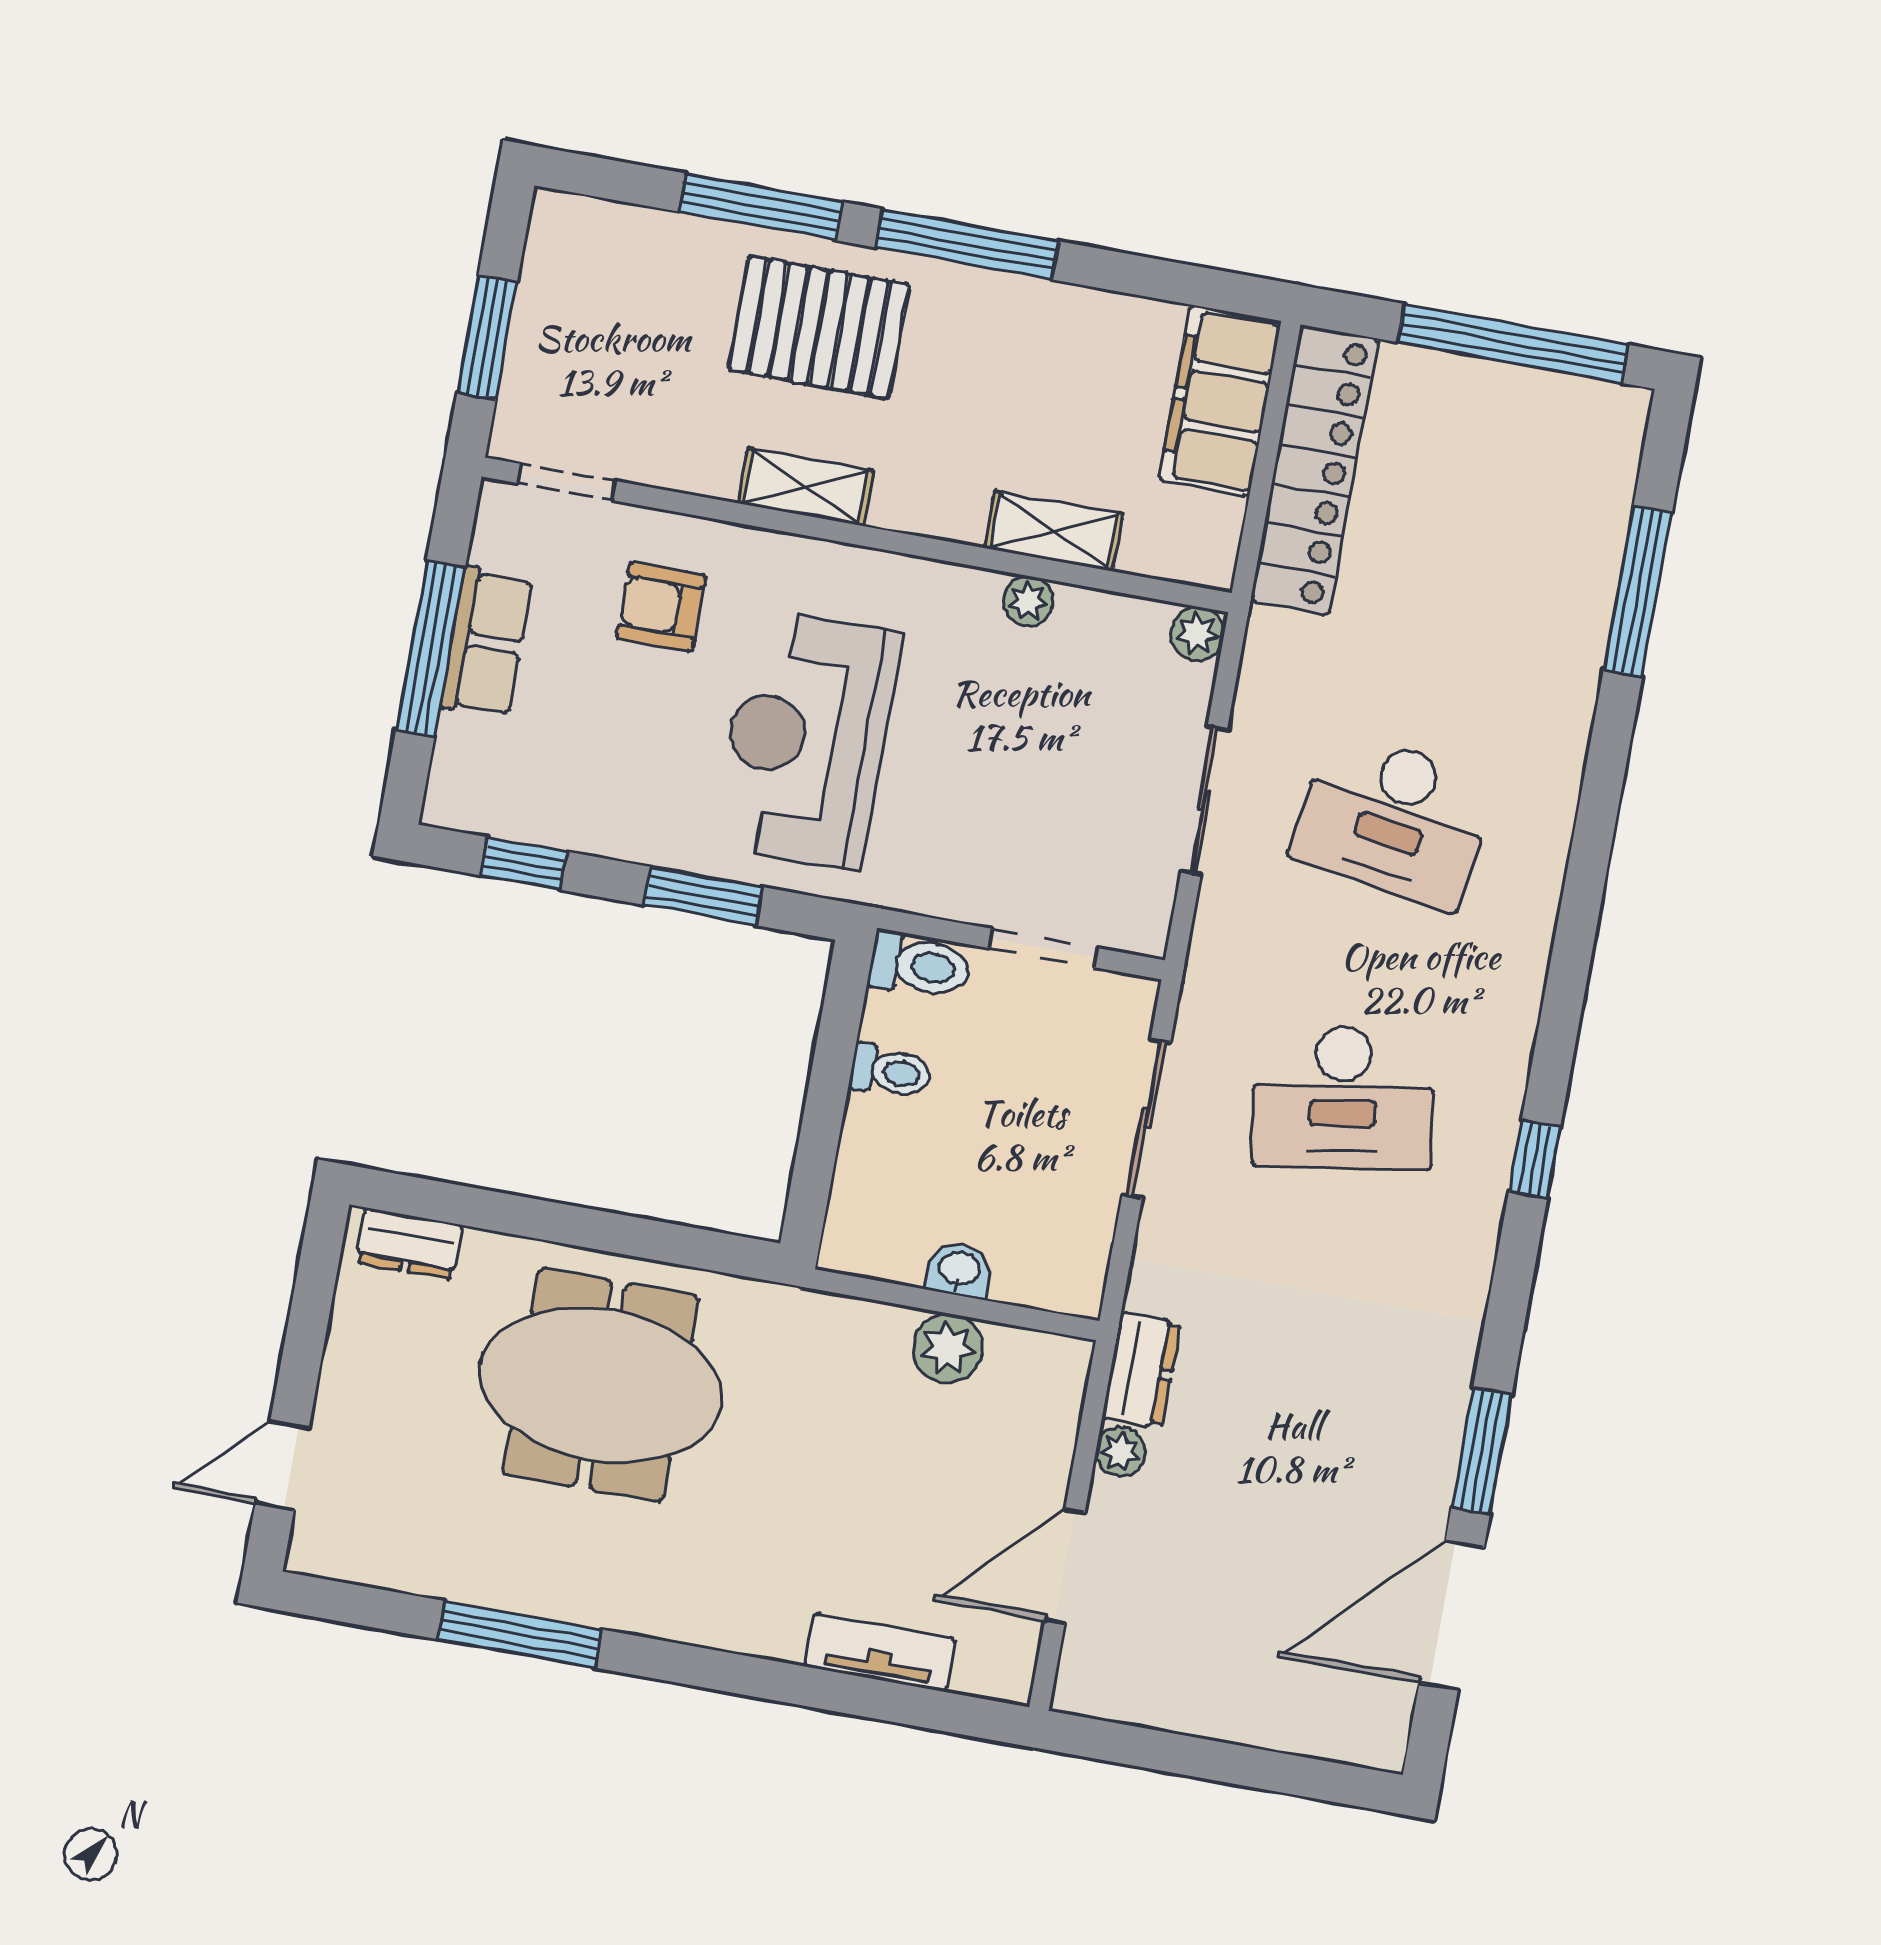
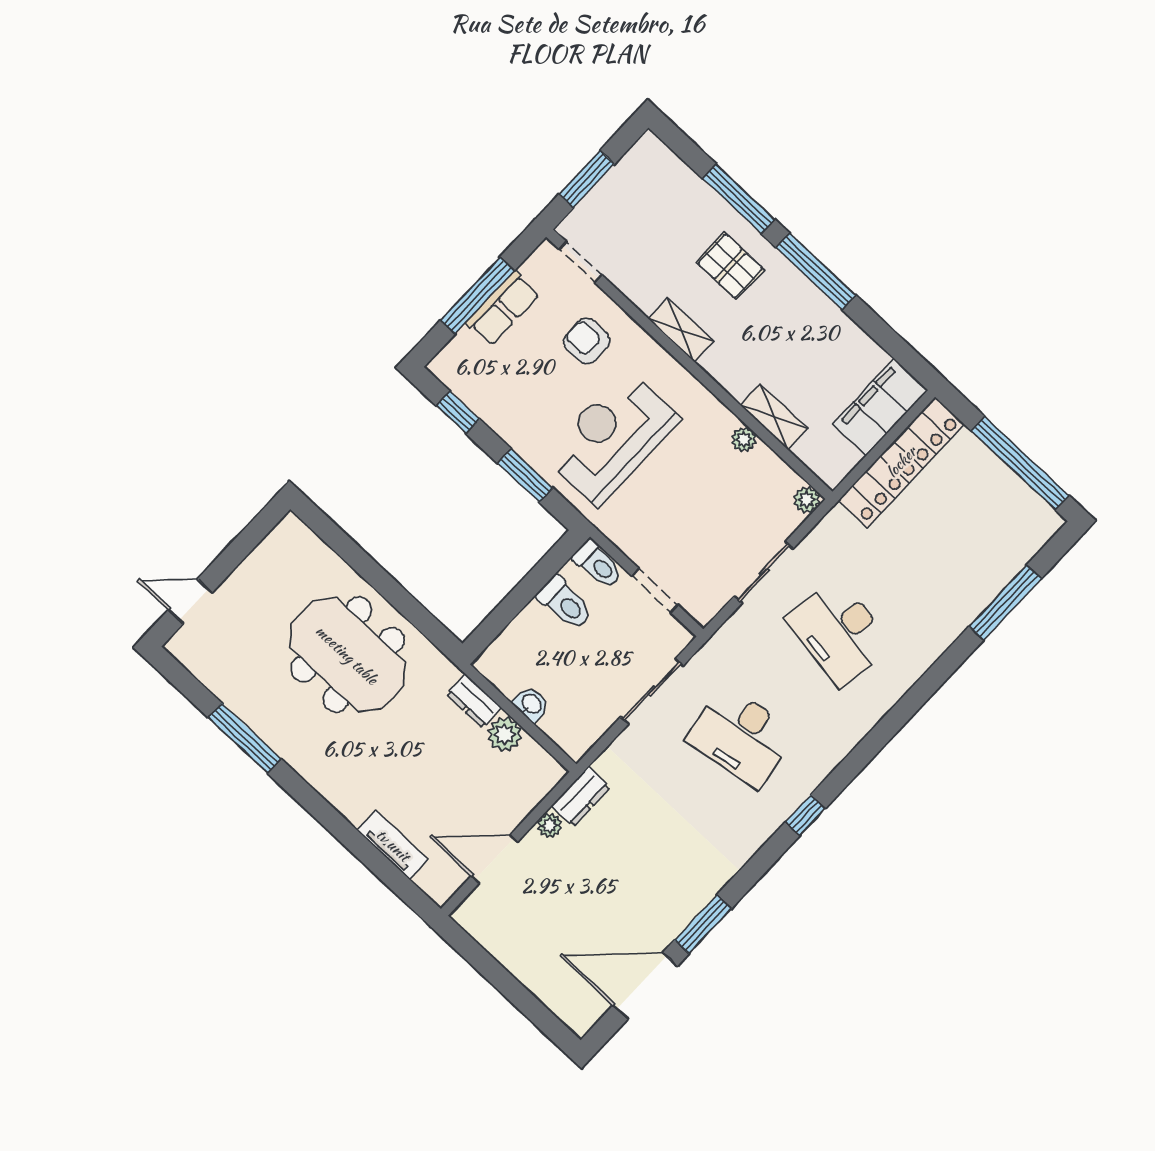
pallet: (819, 327) -> (730, 266), width x0.67, depth x0.71
toilet: (890, 1072) -> (565, 603), width x1.37, depth x1.39
dresser: (409, 1244) -> (474, 701), moved

